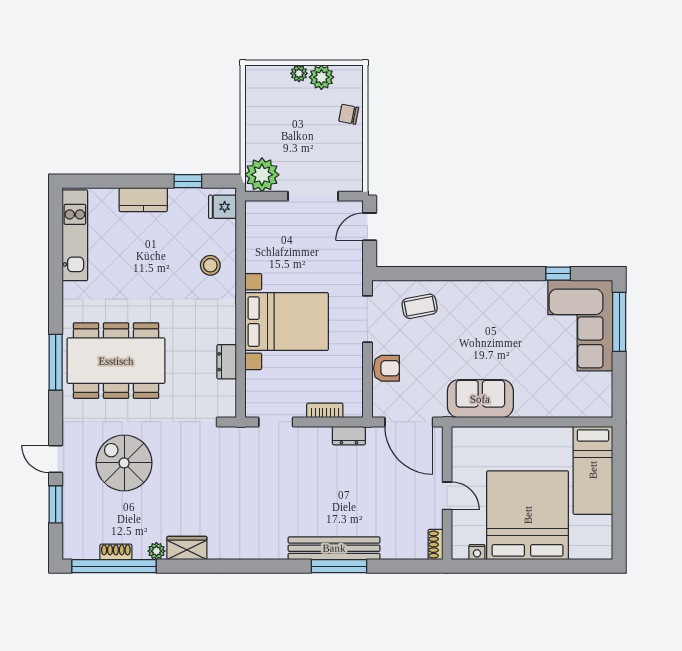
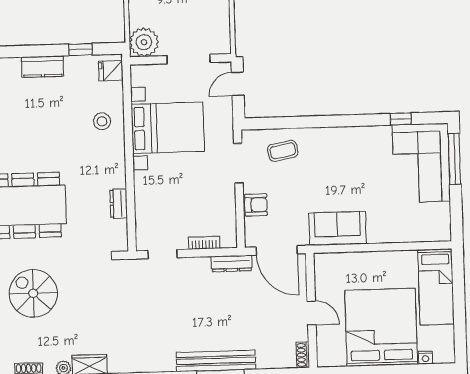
bed with nightstands: (287, 322) -> (168, 128), moved
dresser: (349, 436) -> (232, 263), width x1.44
nightstand: (477, 552) -> (425, 358), moved

